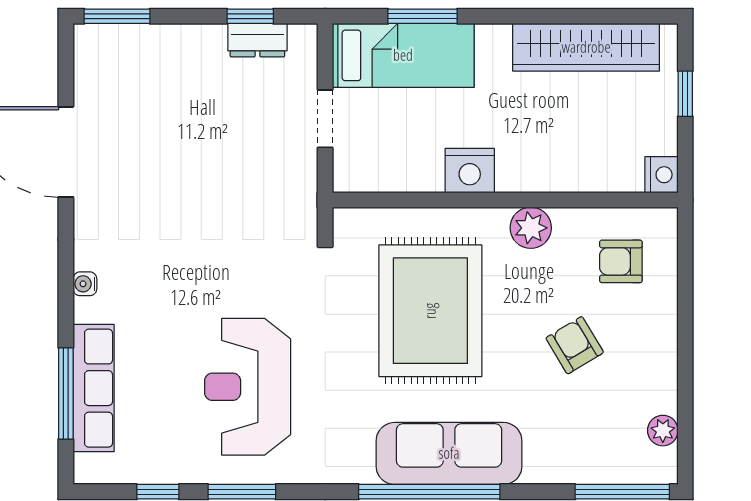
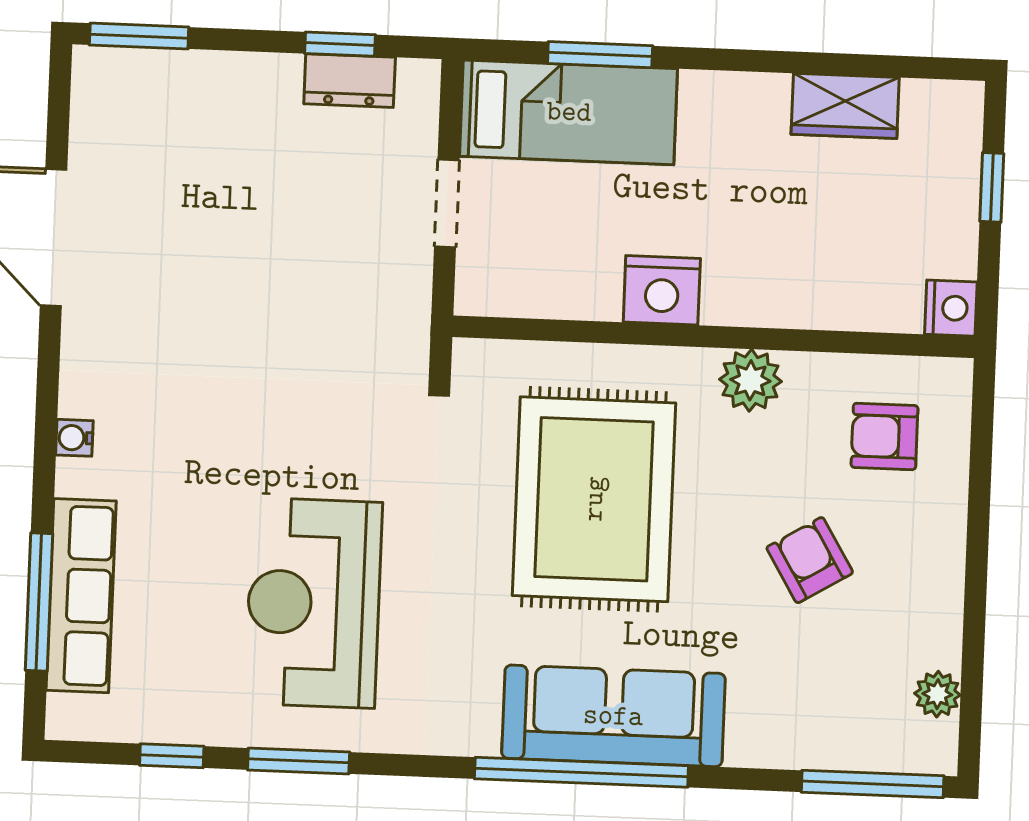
wardrobe: (586, 47) -> (845, 106), width x0.48, depth x0.85

